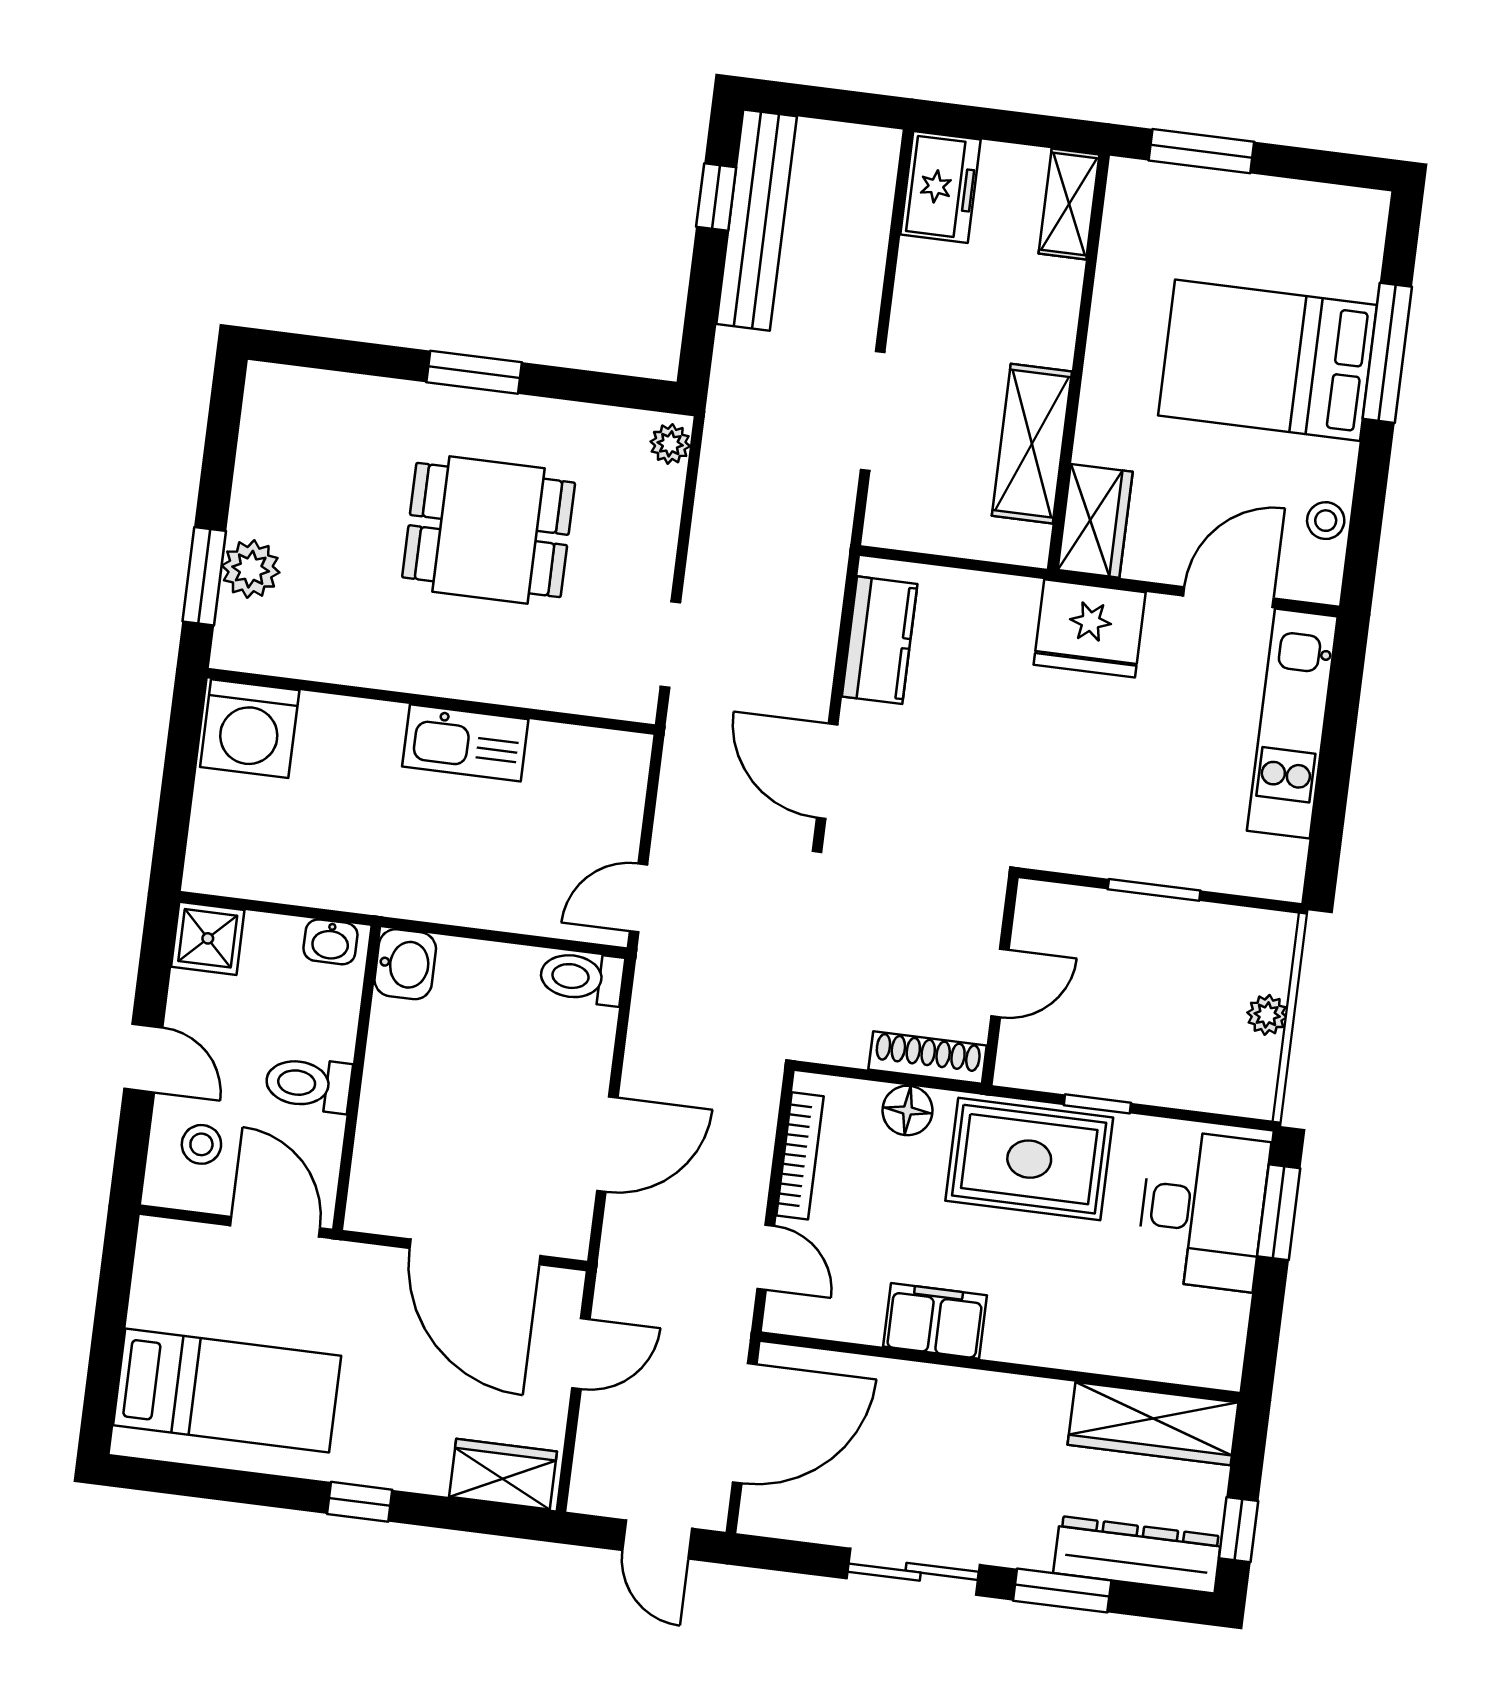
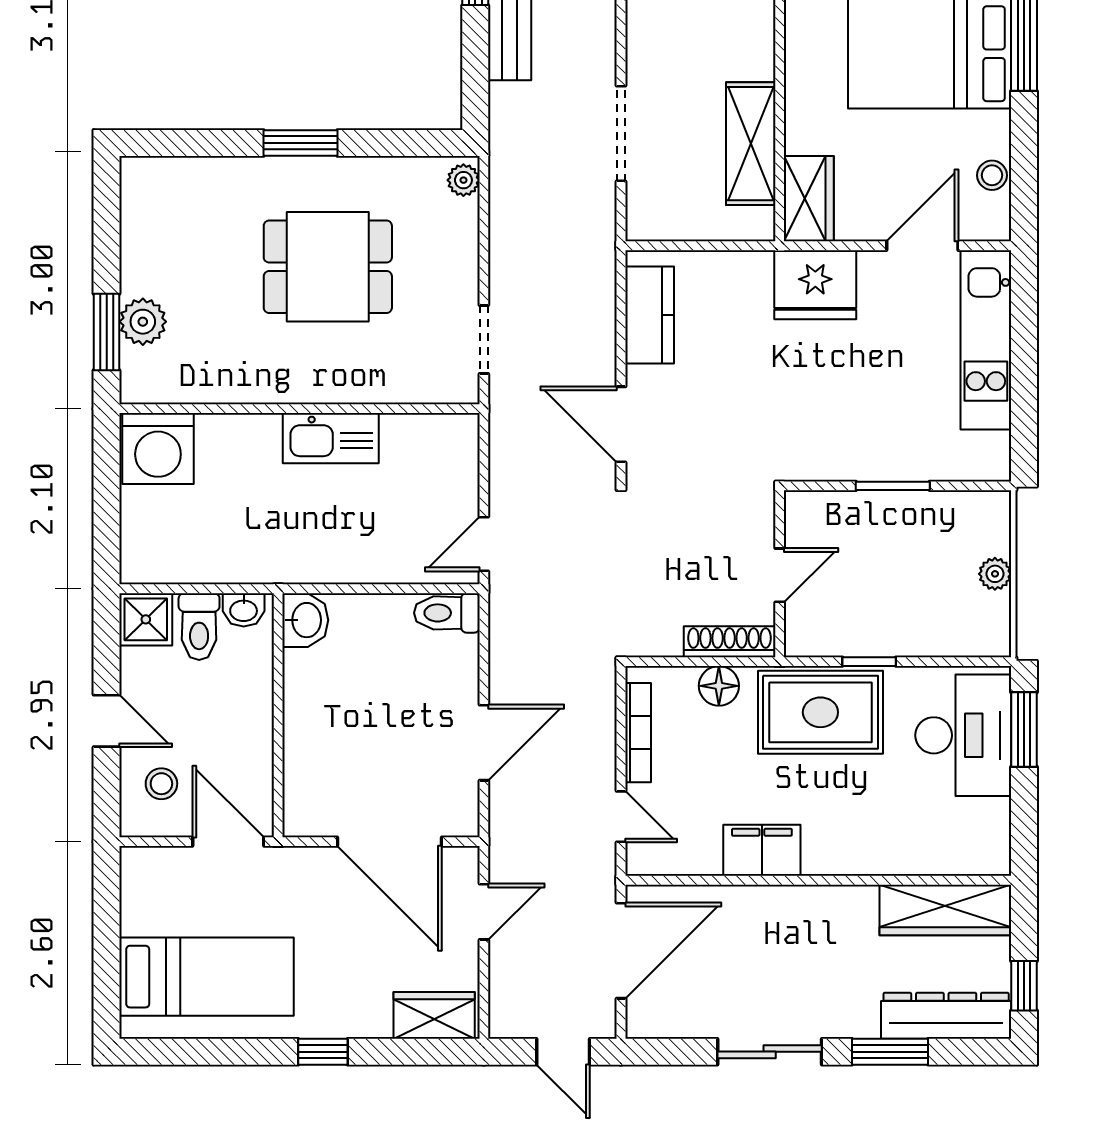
toilet: (308, 1084) -> (199, 627), moved, turned -90

